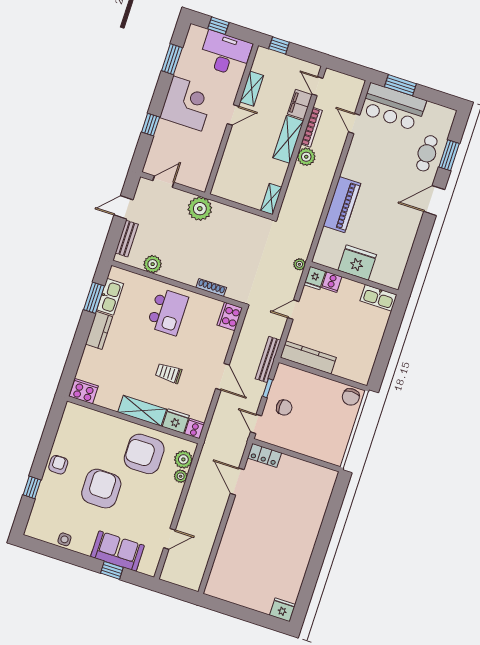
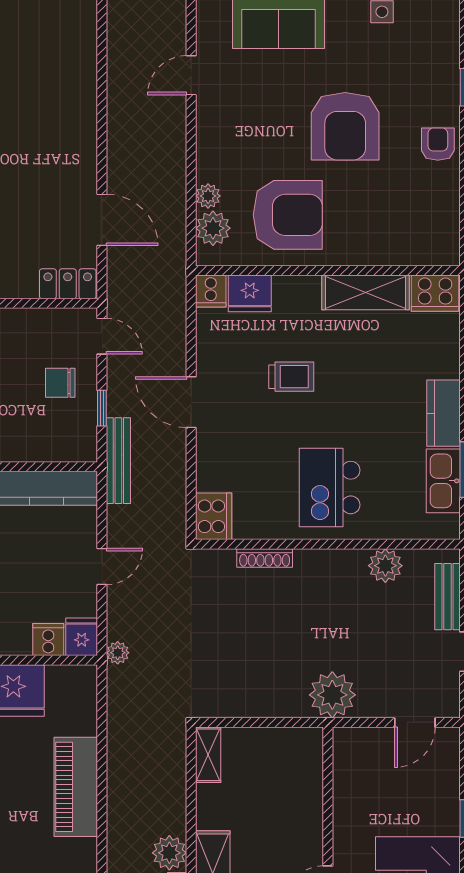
shelving: (142, 411) -> (366, 292), moved
armchair: (58, 465) -> (438, 144), turned 180

